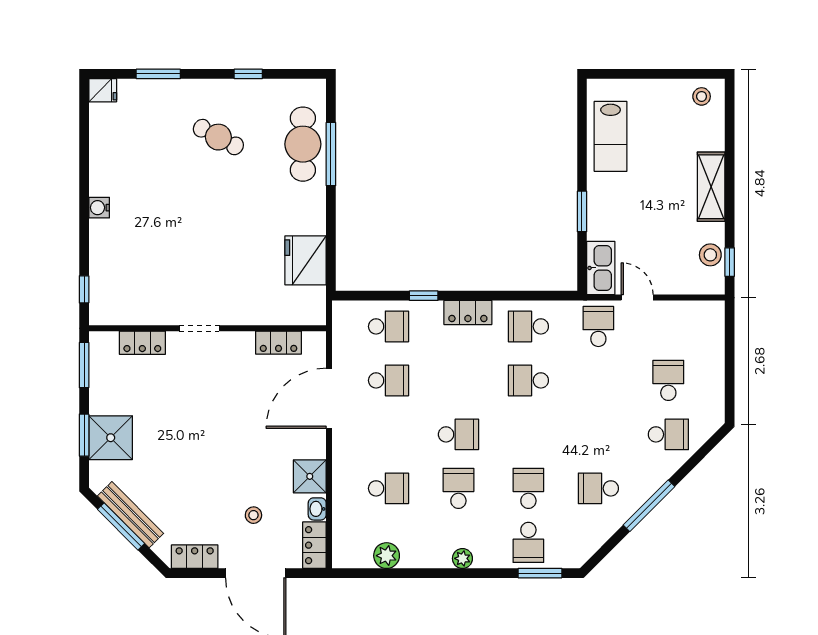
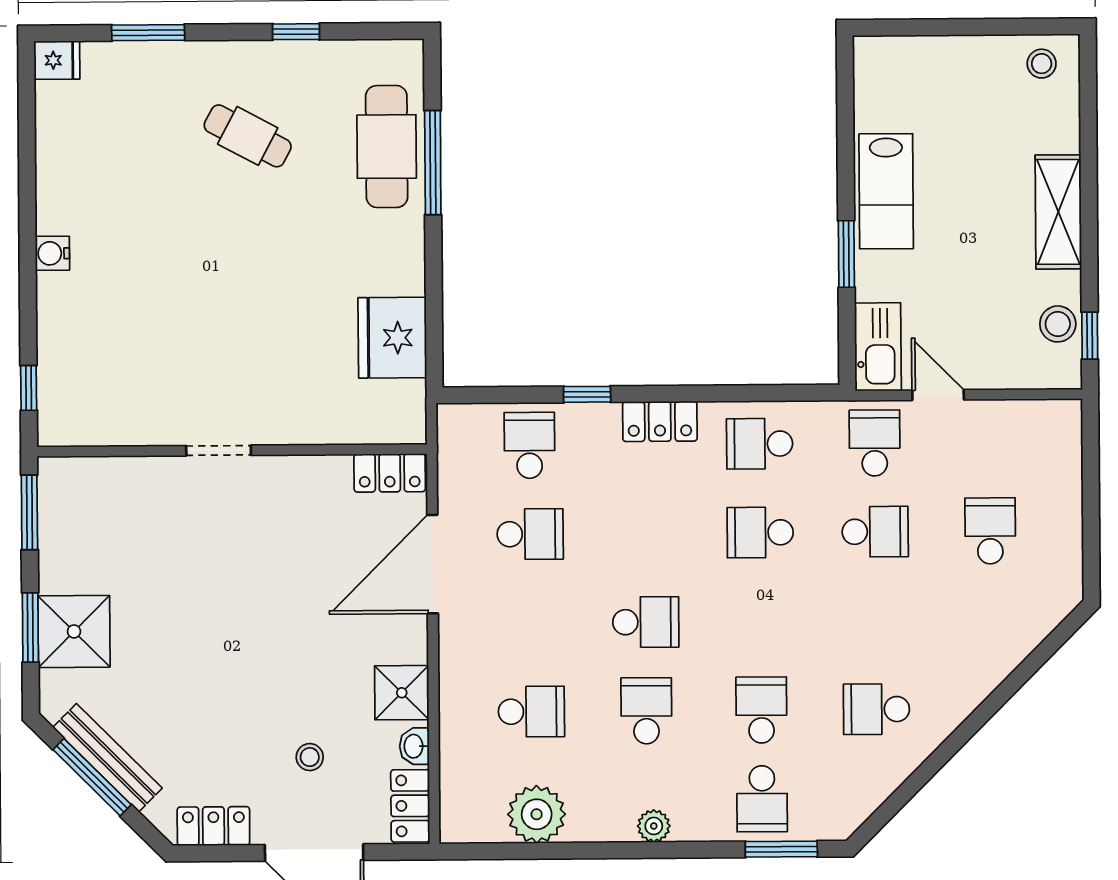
lab bench: (611, 136) -> (886, 191), moved
school desk: (388, 326) -> (529, 445), turned -90
locker: (142, 343) -> (125, 475), removed
locker: (279, 343) -> (390, 473), moved
school desk: (668, 434) -> (875, 532), moved
window: (649, 506) -> (960, 737), removed
plant: (387, 556) -> (537, 814), width x1.36, depth x1.36

